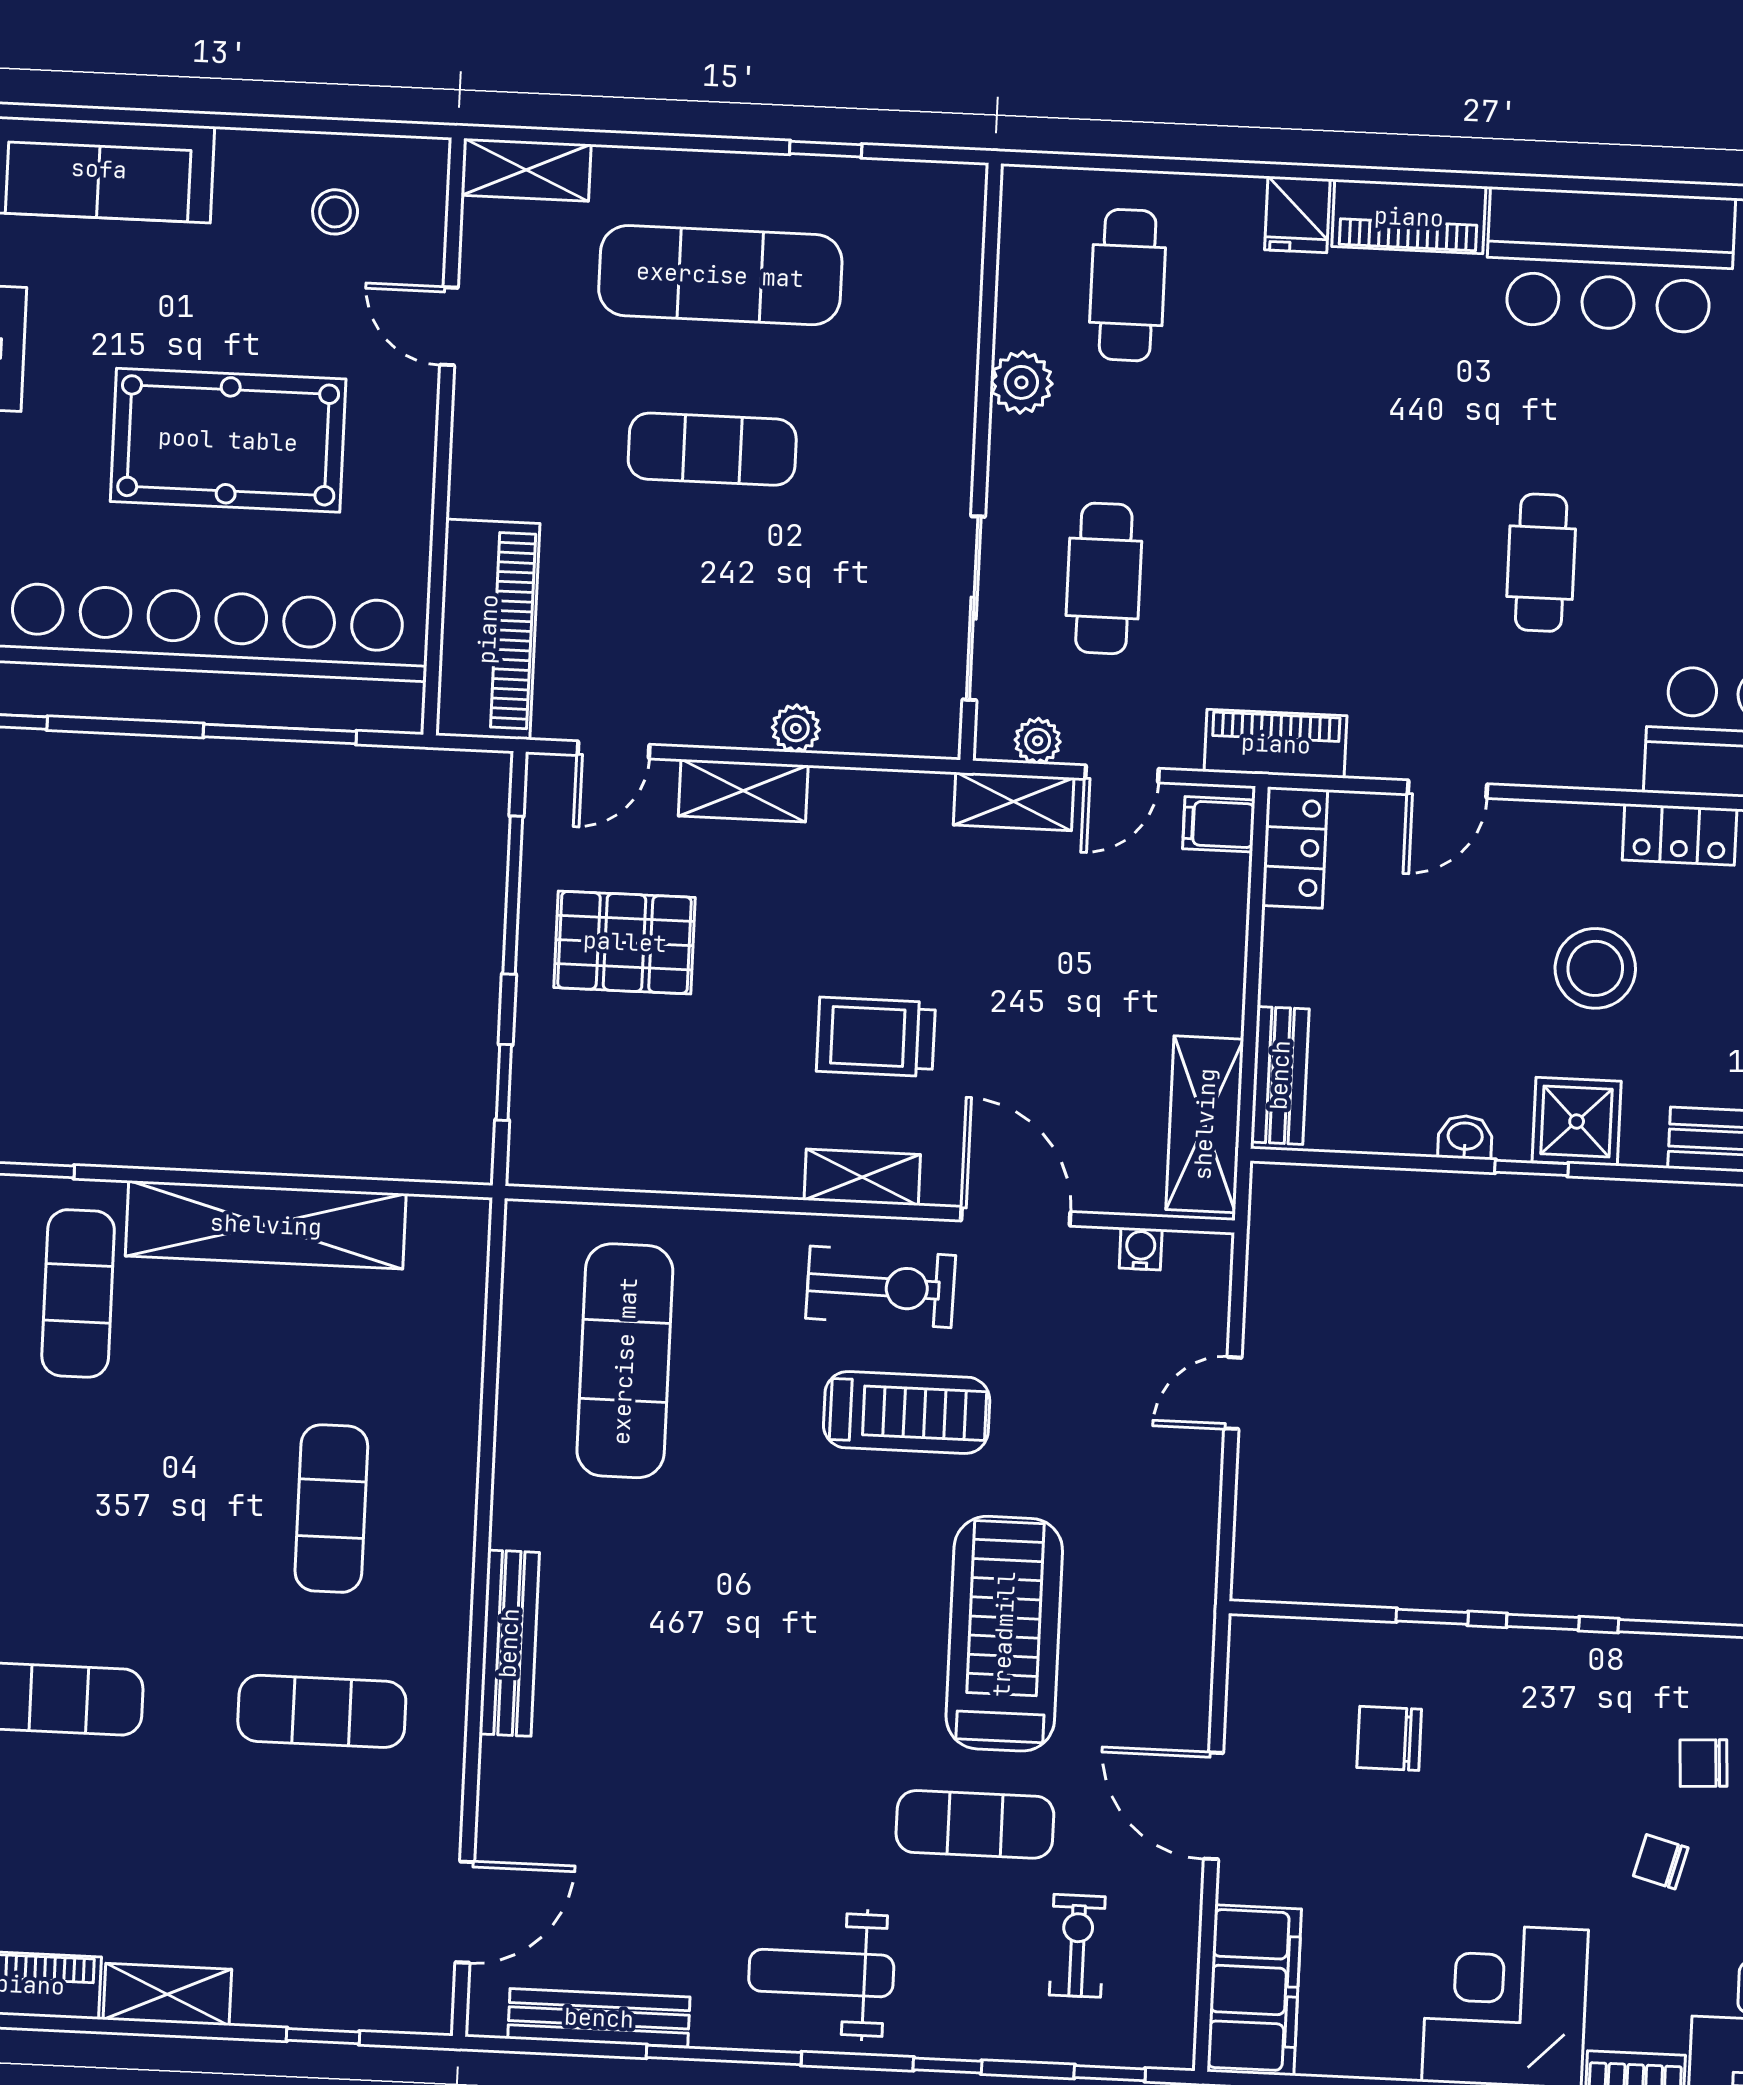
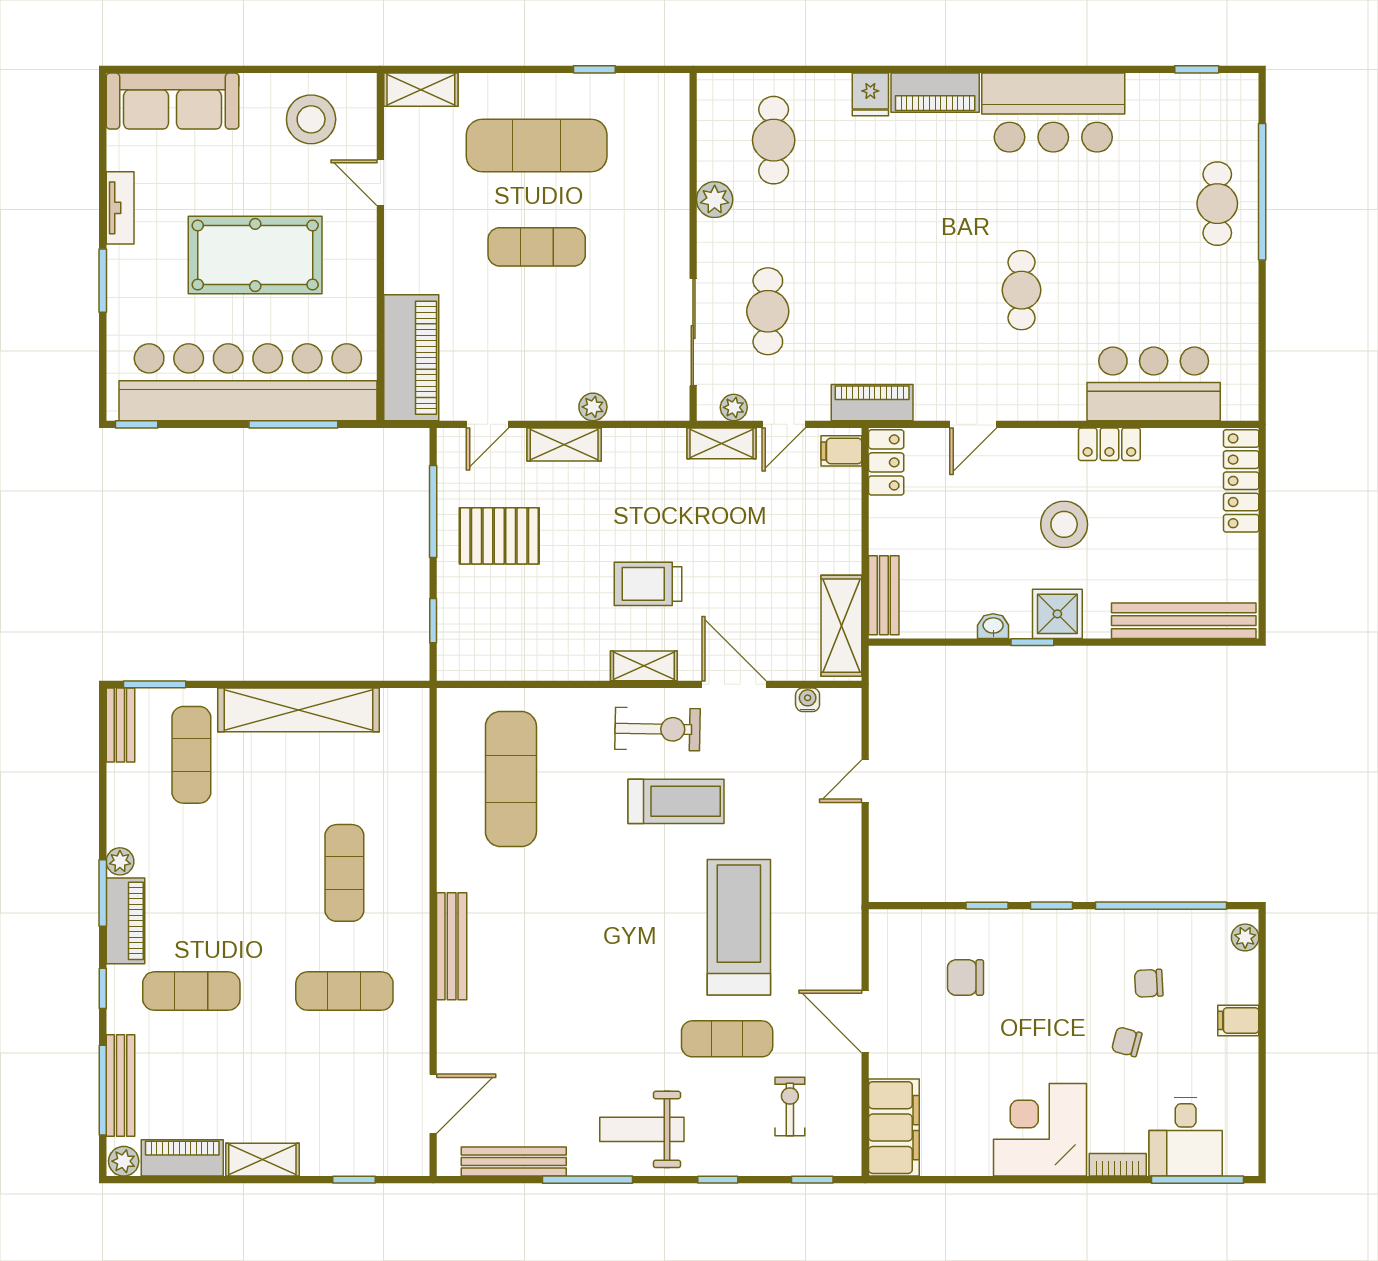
stool: (335, 212) -> (311, 119), width x1.89, depth x1.89

